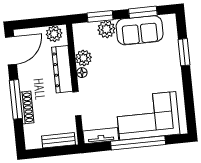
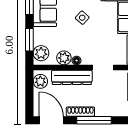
plant: (106, 29) -> (41, 53), moved
side table: (131, 74) -> (82, 18), added
shoe rack: (27, 108) -> (80, 112), moved

